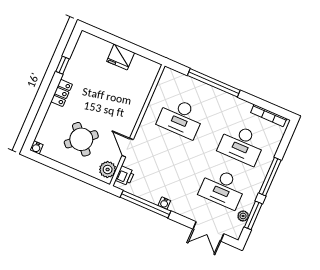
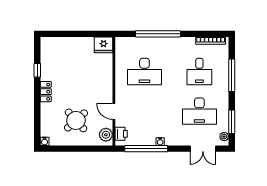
fridge: (121, 57) -> (104, 45), moved
desk: (242, 144) -> (199, 71), width x0.73
window: (270, 177) -> (232, 75), moved
plant: (243, 216) -> (224, 137), moved

